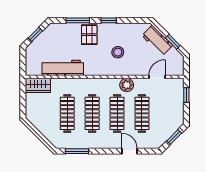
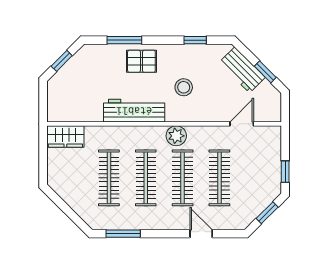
window: (109, 20) -> (195, 40), moved
pallet: (89, 35) -> (141, 61), turned 90
workbench: (63, 68) -> (134, 111), moved
plant: (127, 85) -> (176, 136), moved
window: (186, 95) -> (285, 172), moved

